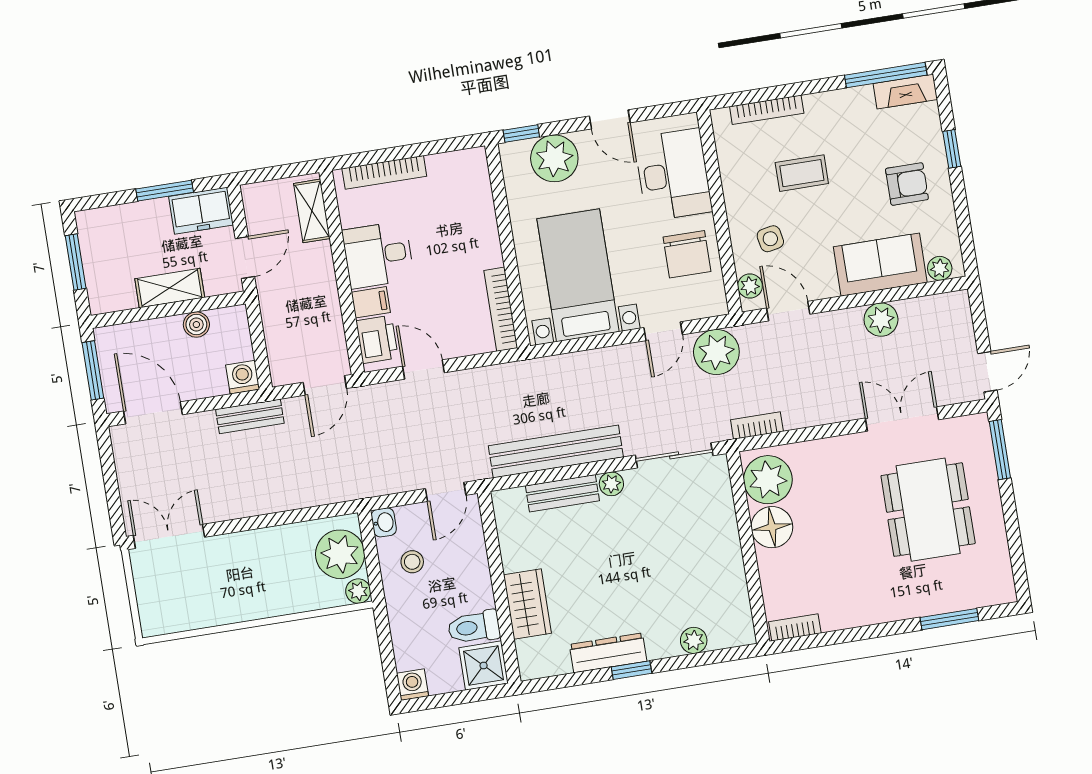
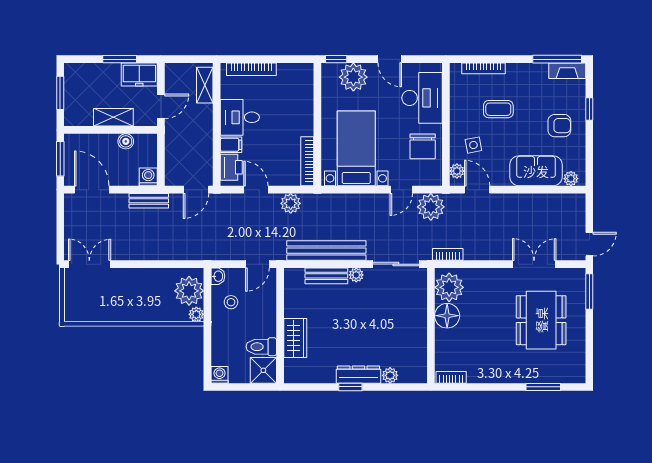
plant: (881, 320) -> (291, 203), moved
dresser: (608, 653) -> (358, 375), moved

